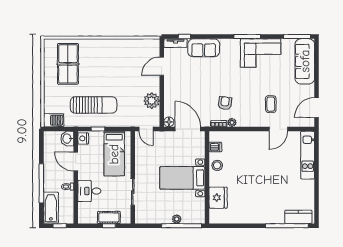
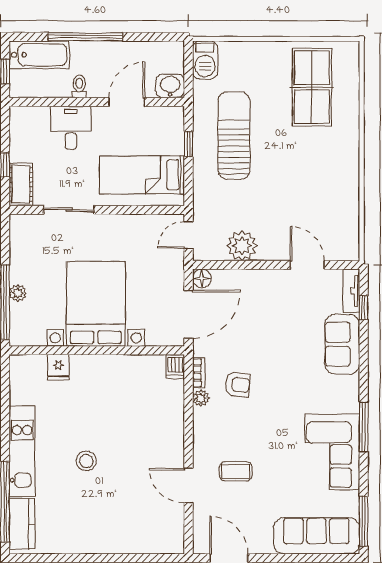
table tennis table: (68, 64) -> (312, 87), turned 90
sun lounger: (94, 105) -> (234, 136), turned 180
nightstand: (83, 138) -> (171, 116), removed
dishwasher: (215, 147) -> (175, 366), moved
kitchen unit: (308, 155) -> (22, 451), moved, turned 90
stool: (217, 165) -> (86, 461), moved
bed with nightstands: (182, 178) -> (96, 304), width x1.36
fridge: (218, 198) -> (58, 367), width x0.53, depth x0.75
cot: (109, 217) -> (21, 184), moved

